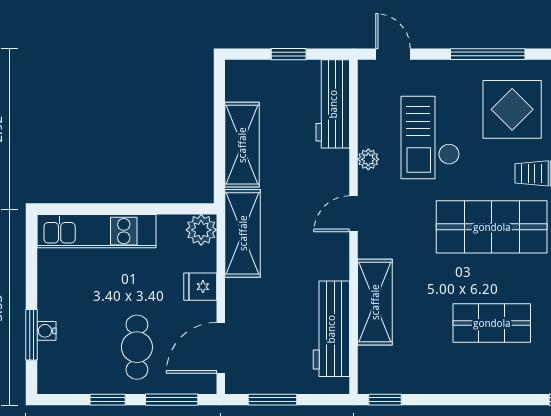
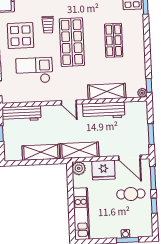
checkout: (430, 138) -> (34, 71), turned 180
plant: (368, 159) -> (142, 93), moved
fridge: (200, 287) -> (103, 170), width x1.88, depth x1.34
workbench: (331, 329) -> (104, 111), moved

